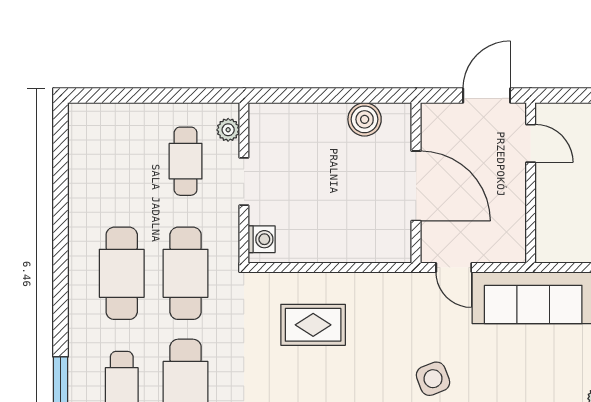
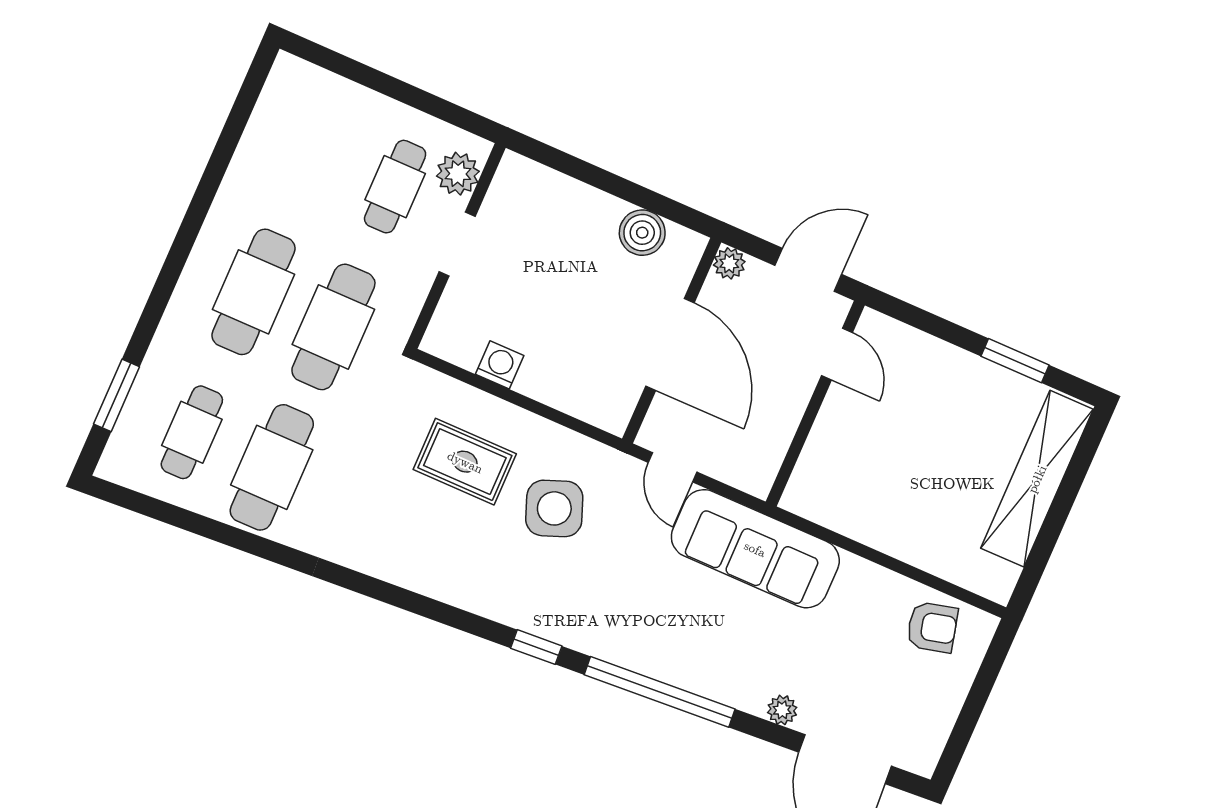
plant: (432, 114) -> (729, 263), added
plant: (228, 130) -> (458, 174), width x1.38, depth x1.38
washing machine: (262, 239) -> (500, 365), moved, turned -90
side table: (433, 379) -> (554, 508), moved, width x1.37, depth x1.37

